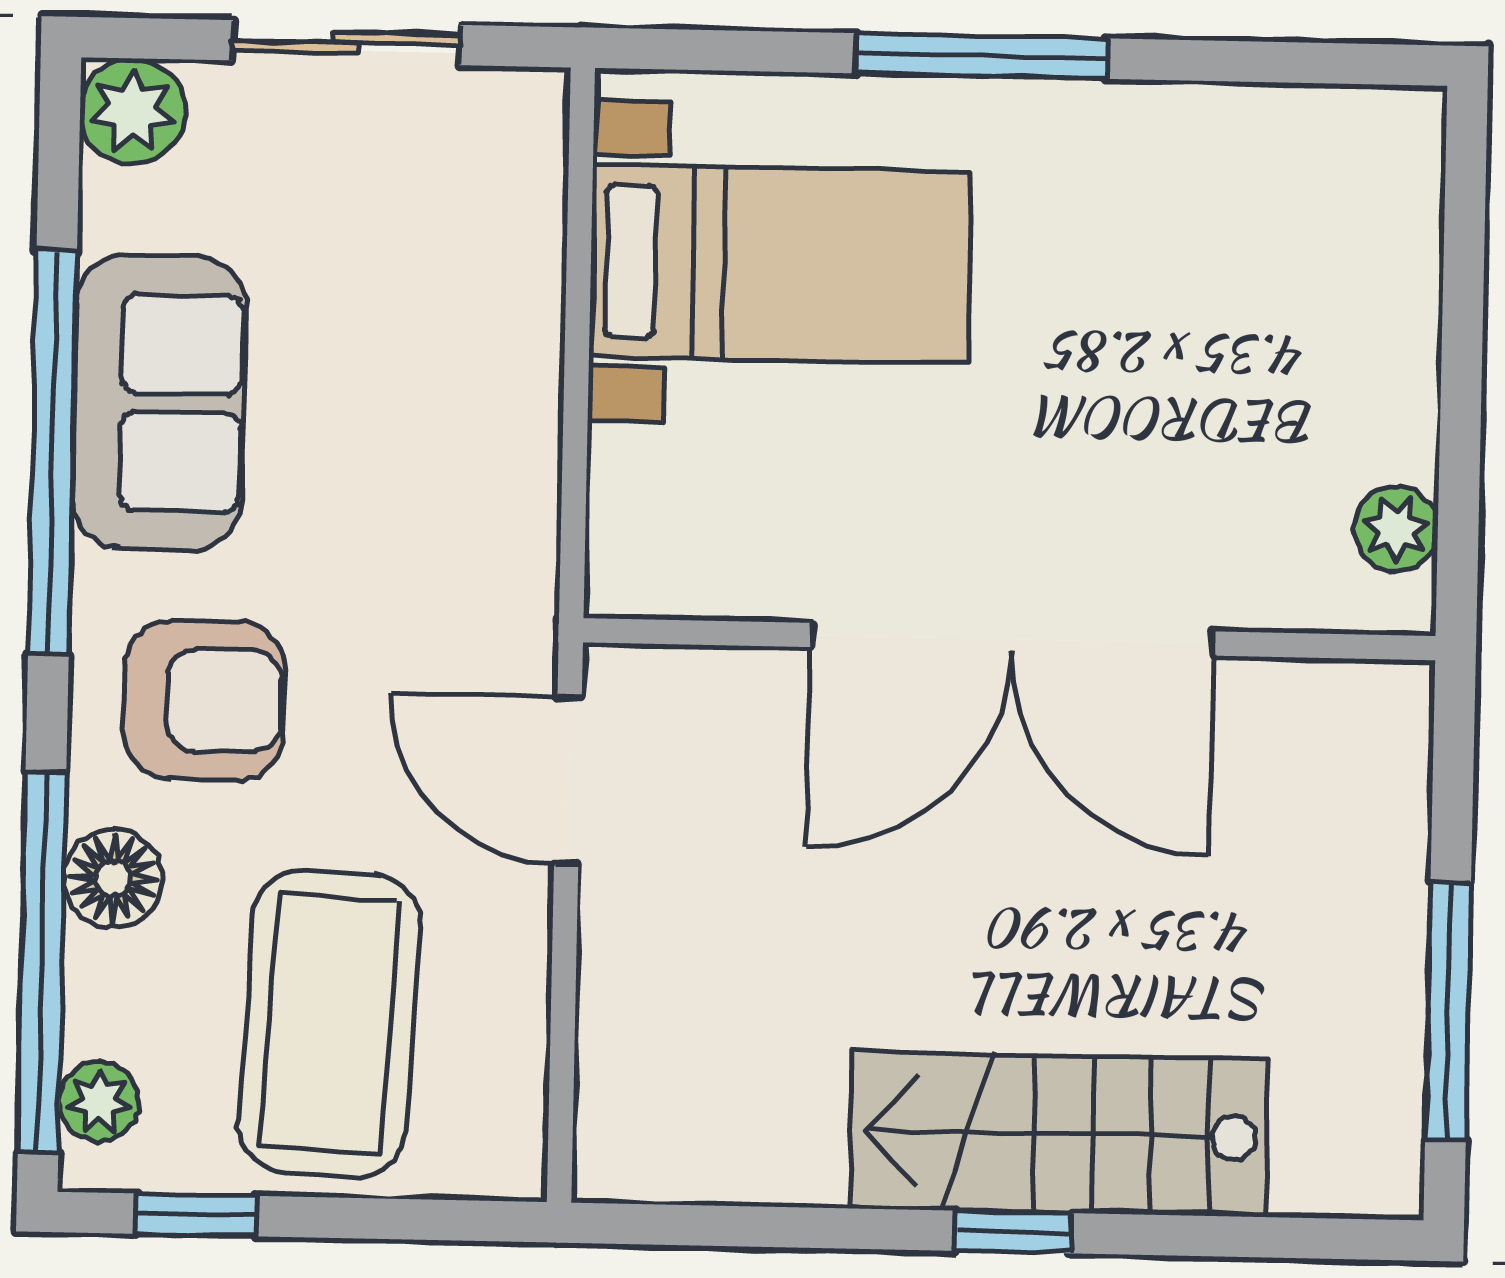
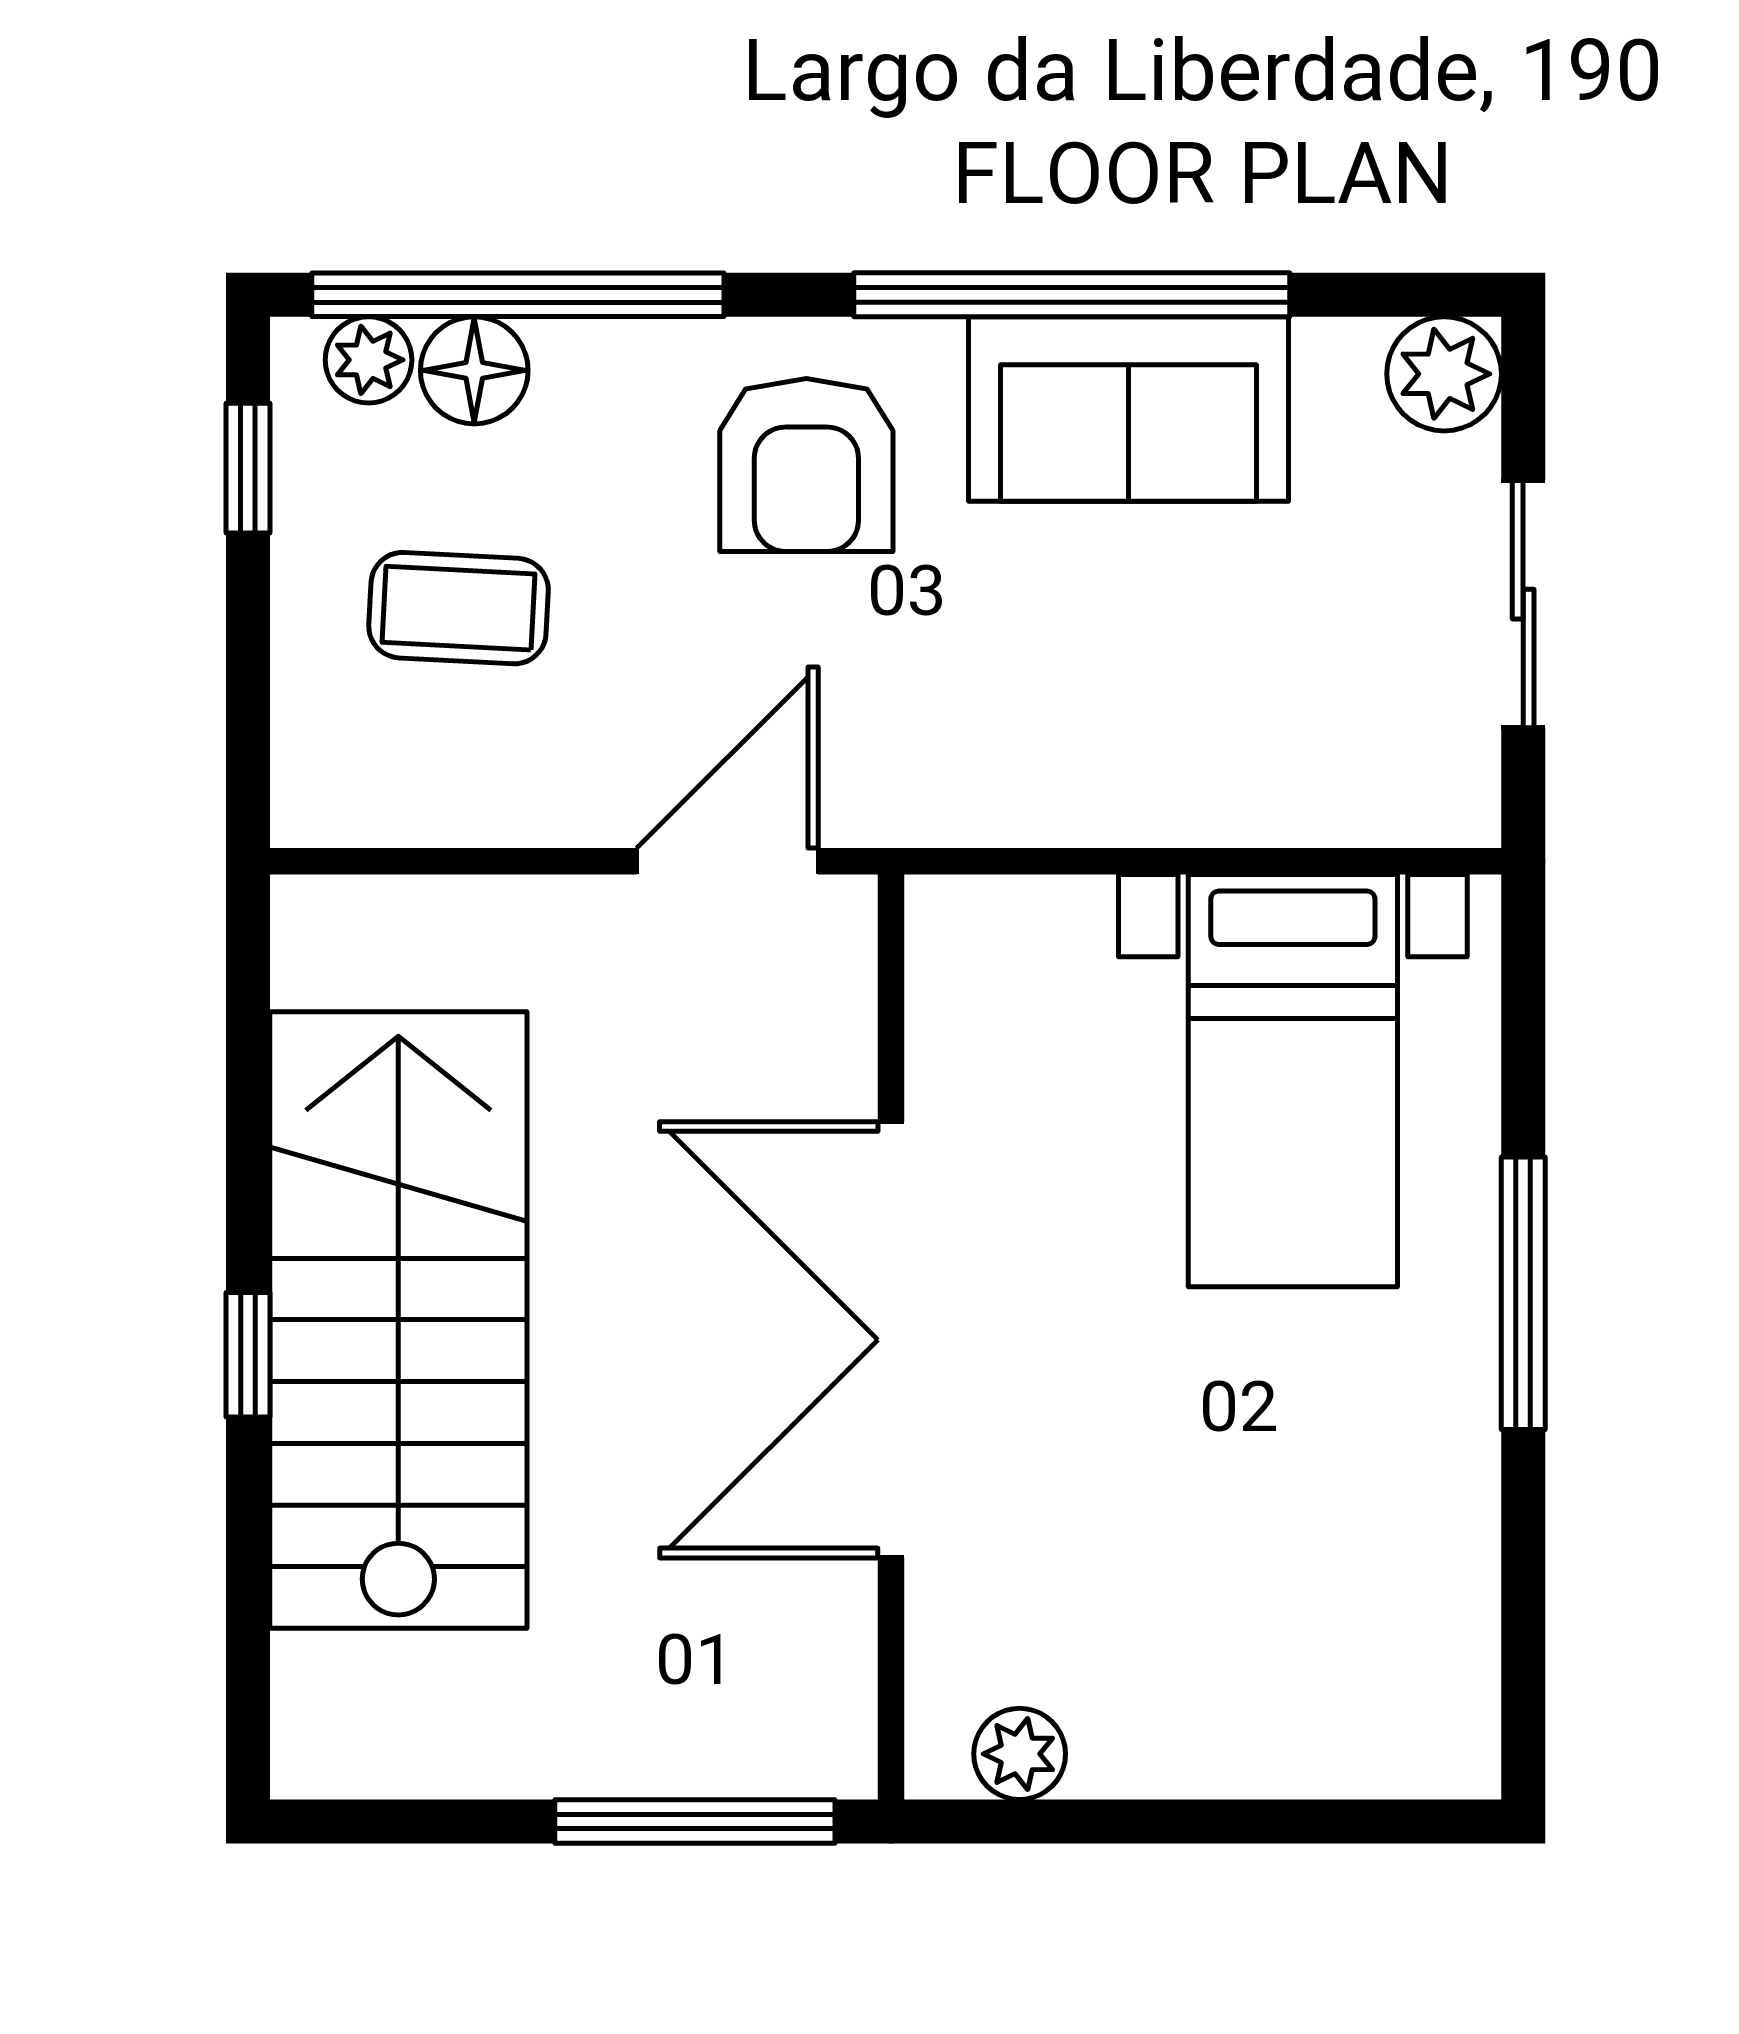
floor lamp: (113, 878) -> (474, 370), moved
window: (1448, 1011) -> (695, 1822), moved
coffee table: (329, 1024) -> (459, 608), width x0.54, depth x0.58
stairs: (1059, 1134) -> (398, 1320), width x1.36, depth x1.51

